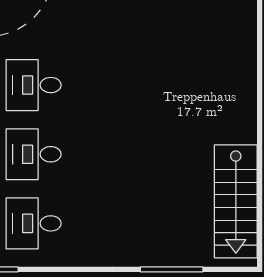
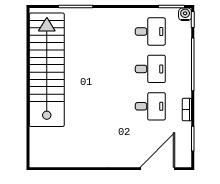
stairs: (236, 201) -> (47, 70), width x1.86, depth x1.51

